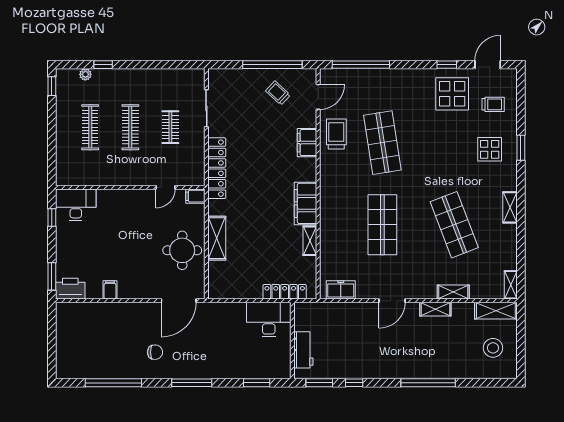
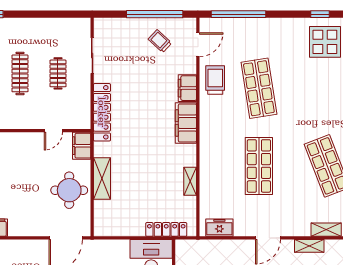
filing cabinet: (195, 196) -> (82, 146), width x2.00
filing cabinet: (305, 203) -> (186, 123), moved

